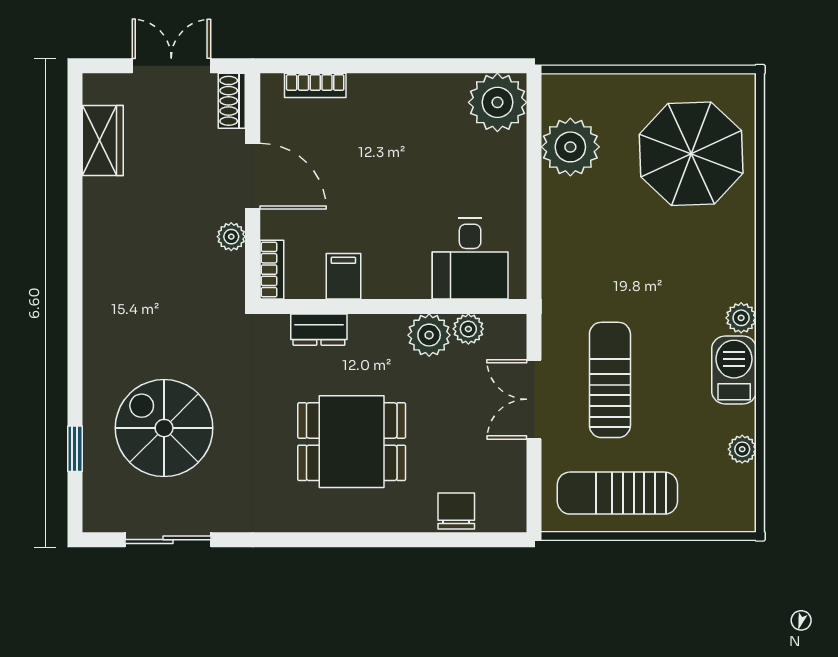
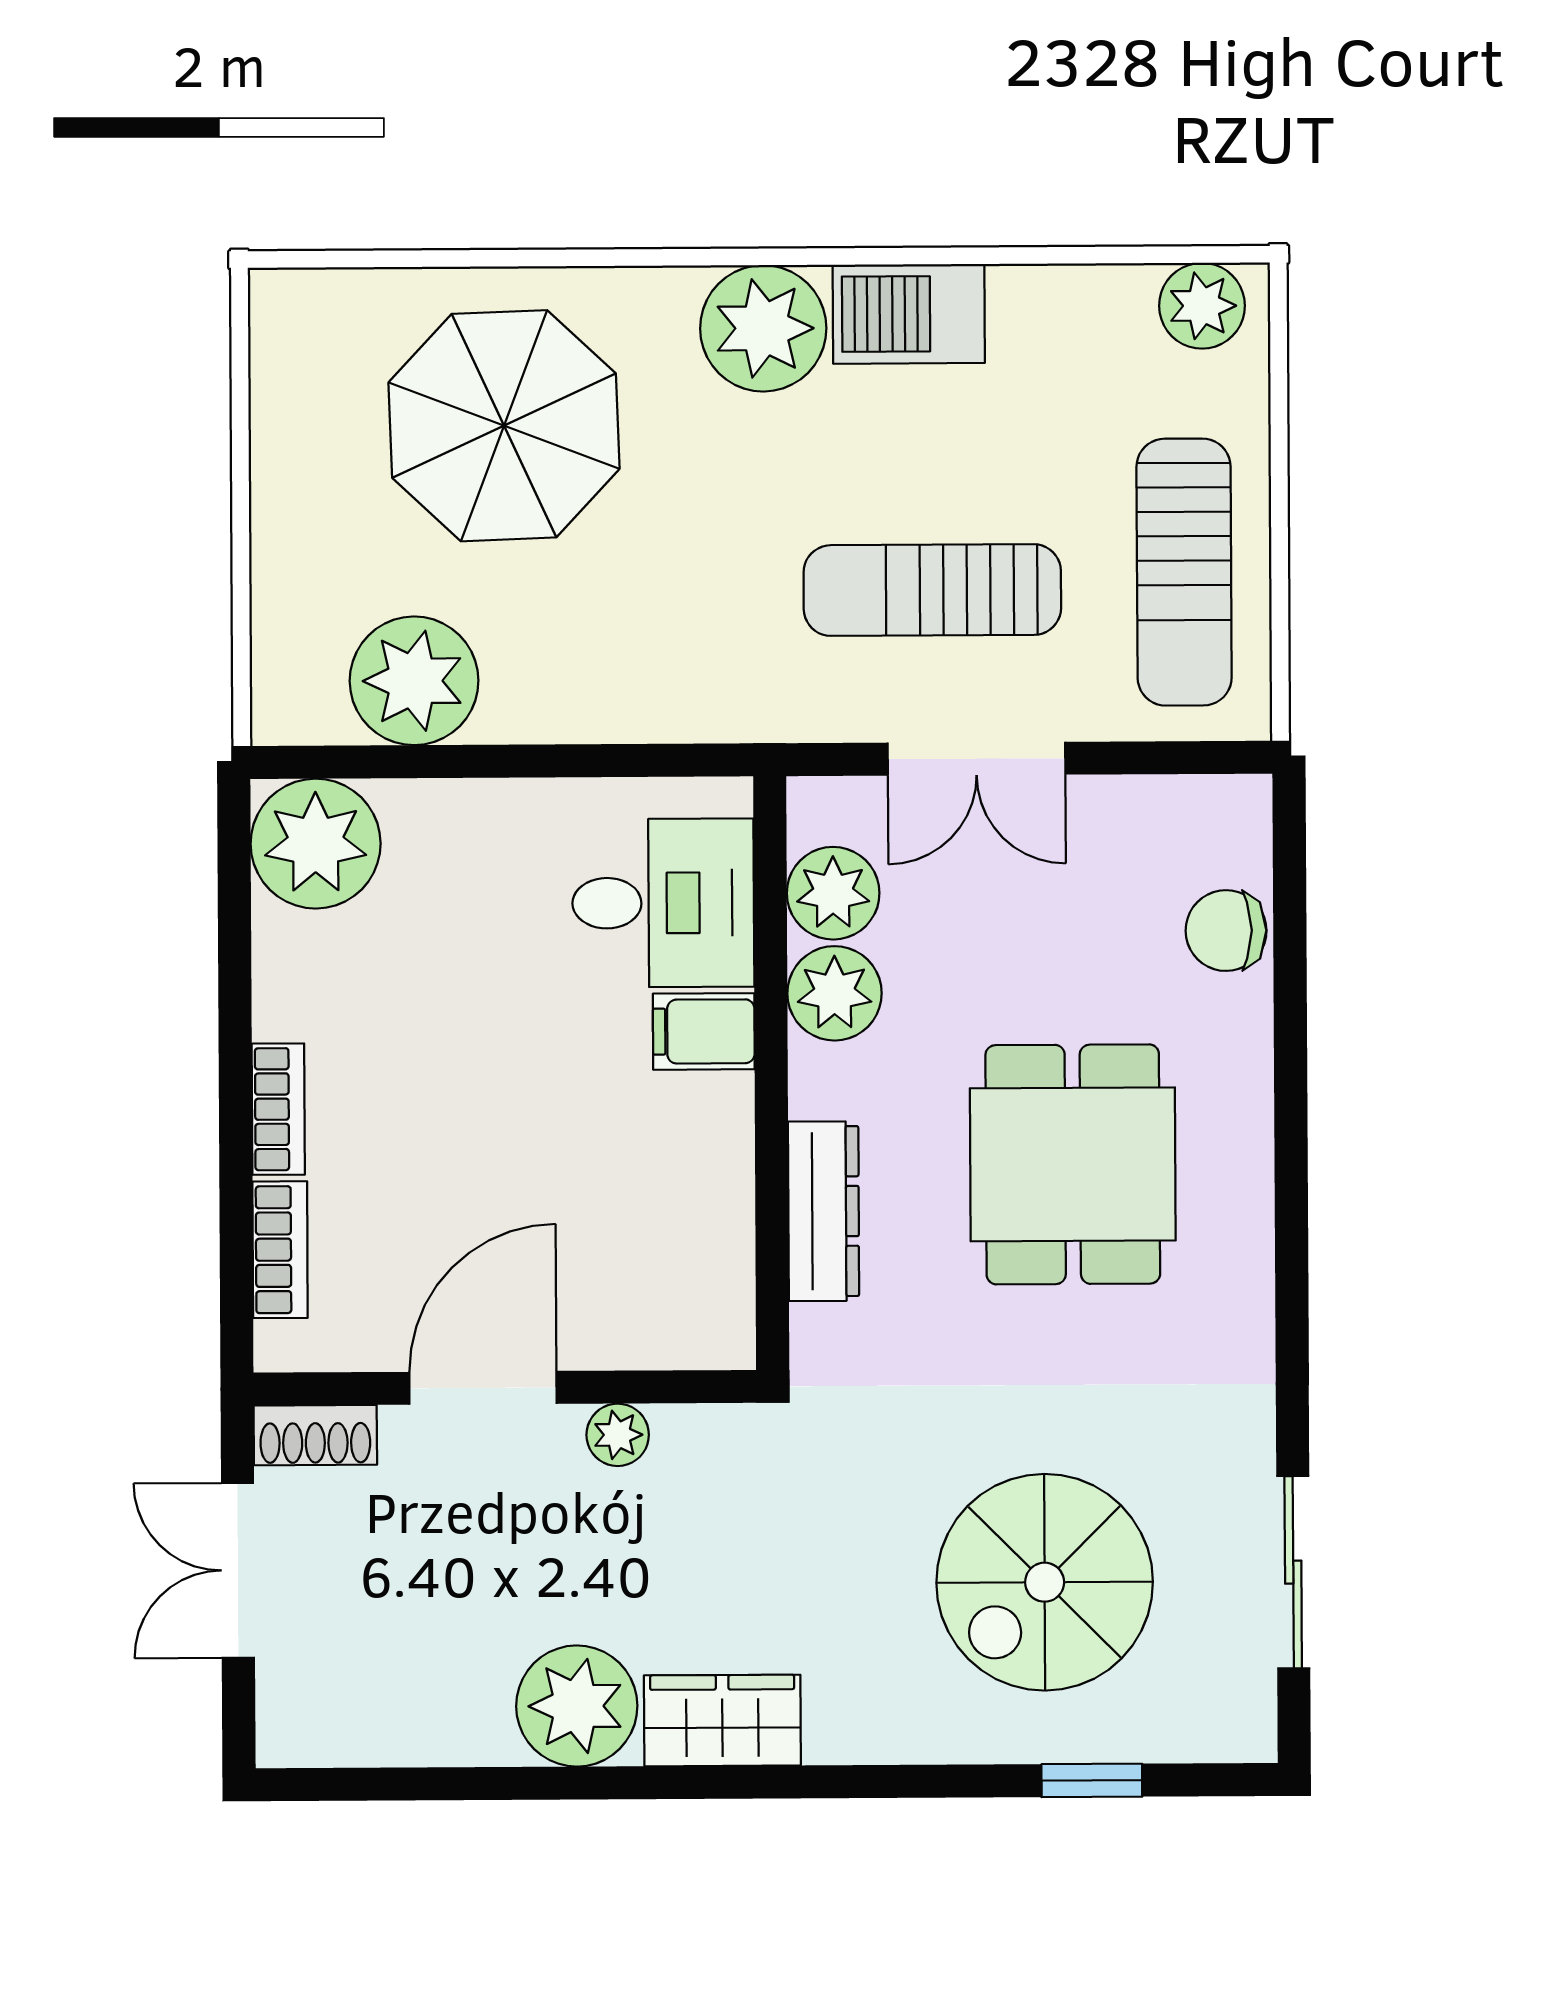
wardrobe: (103, 140) -> (722, 1720), moved
parasol: (691, 154) -> (504, 426), moved
plant: (110, 218) -> (577, 1706), added
bookcase: (272, 270) -> (278, 1109), moved, turned 90
filing cabinet: (343, 276) -> (704, 1031), moved
plant: (741, 318) -> (763, 328), width x1.88, depth x1.88
plant: (468, 329) -> (833, 893), width x1.38, depth x1.38
dresser: (319, 330) -> (824, 1211), width x1.44
plant: (742, 449) -> (1202, 306), moved, width x1.38, depth x1.38

